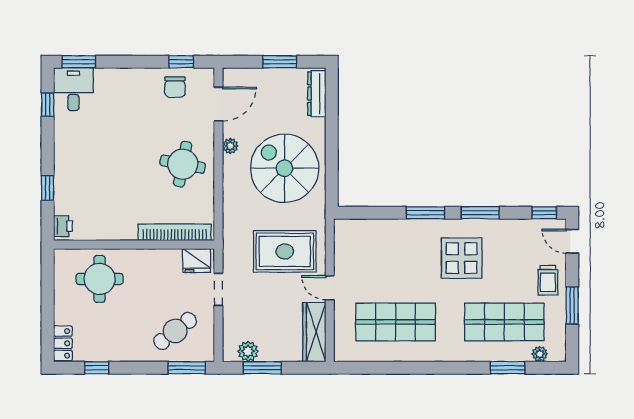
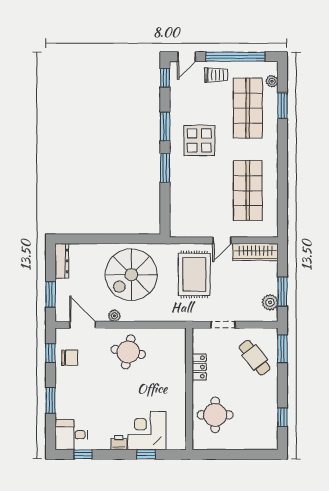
window: (79, 62) -> (51, 400), moved
window: (280, 62) -> (51, 294), moved
dresser: (317, 94) -> (62, 261), moved, turned -90
corner desk: (79, 189) -> (147, 431), added
printer: (63, 226) -> (119, 443), moved
bookcase: (175, 232) -> (180, 358), removed
fridge: (197, 260) -> (201, 341), removed
window: (572, 306) -> (235, 57), width x2.11
locker: (63, 343) -> (199, 367), moved, turned 90

